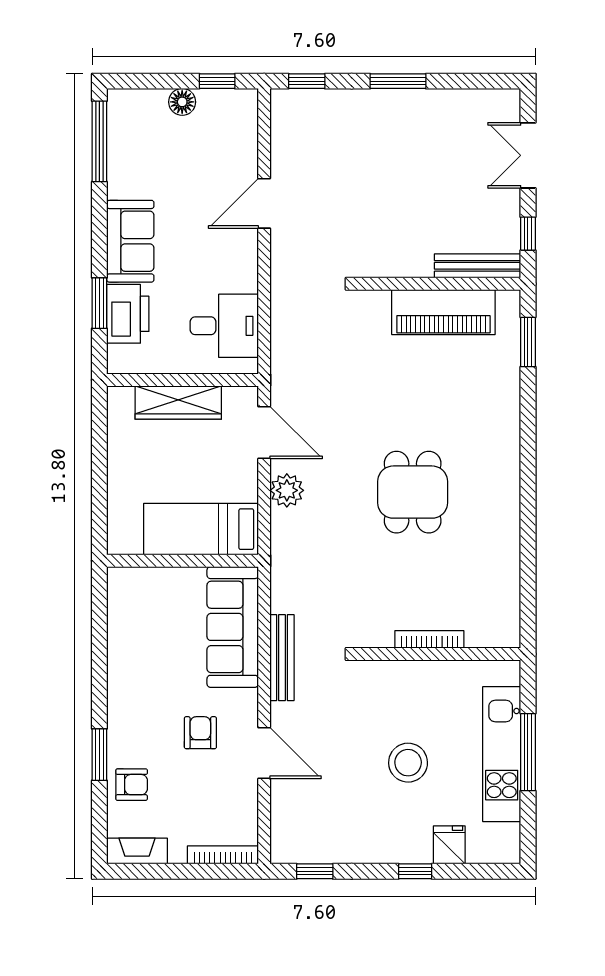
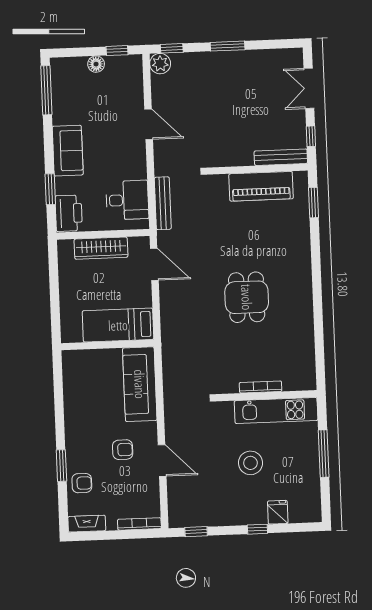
door: (264, 203) -> (149, 124), swing flipped
printer: (128, 314) -> (69, 213), moved
plant: (287, 490) -> (160, 64), moved
bench: (282, 658) -> (163, 203), moved
armchair: (200, 733) -> (123, 450), turned 90
kitchen unit: (502, 754) -> (276, 411), moved, turned -90

